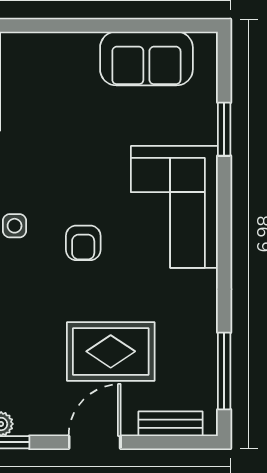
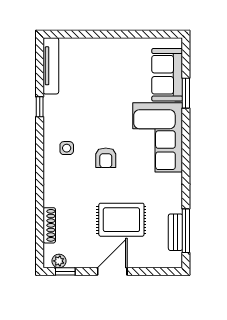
sofa: (146, 58) -> (167, 75), moved, turned 90
bench: (171, 424) -> (175, 232), moved, turned 90

